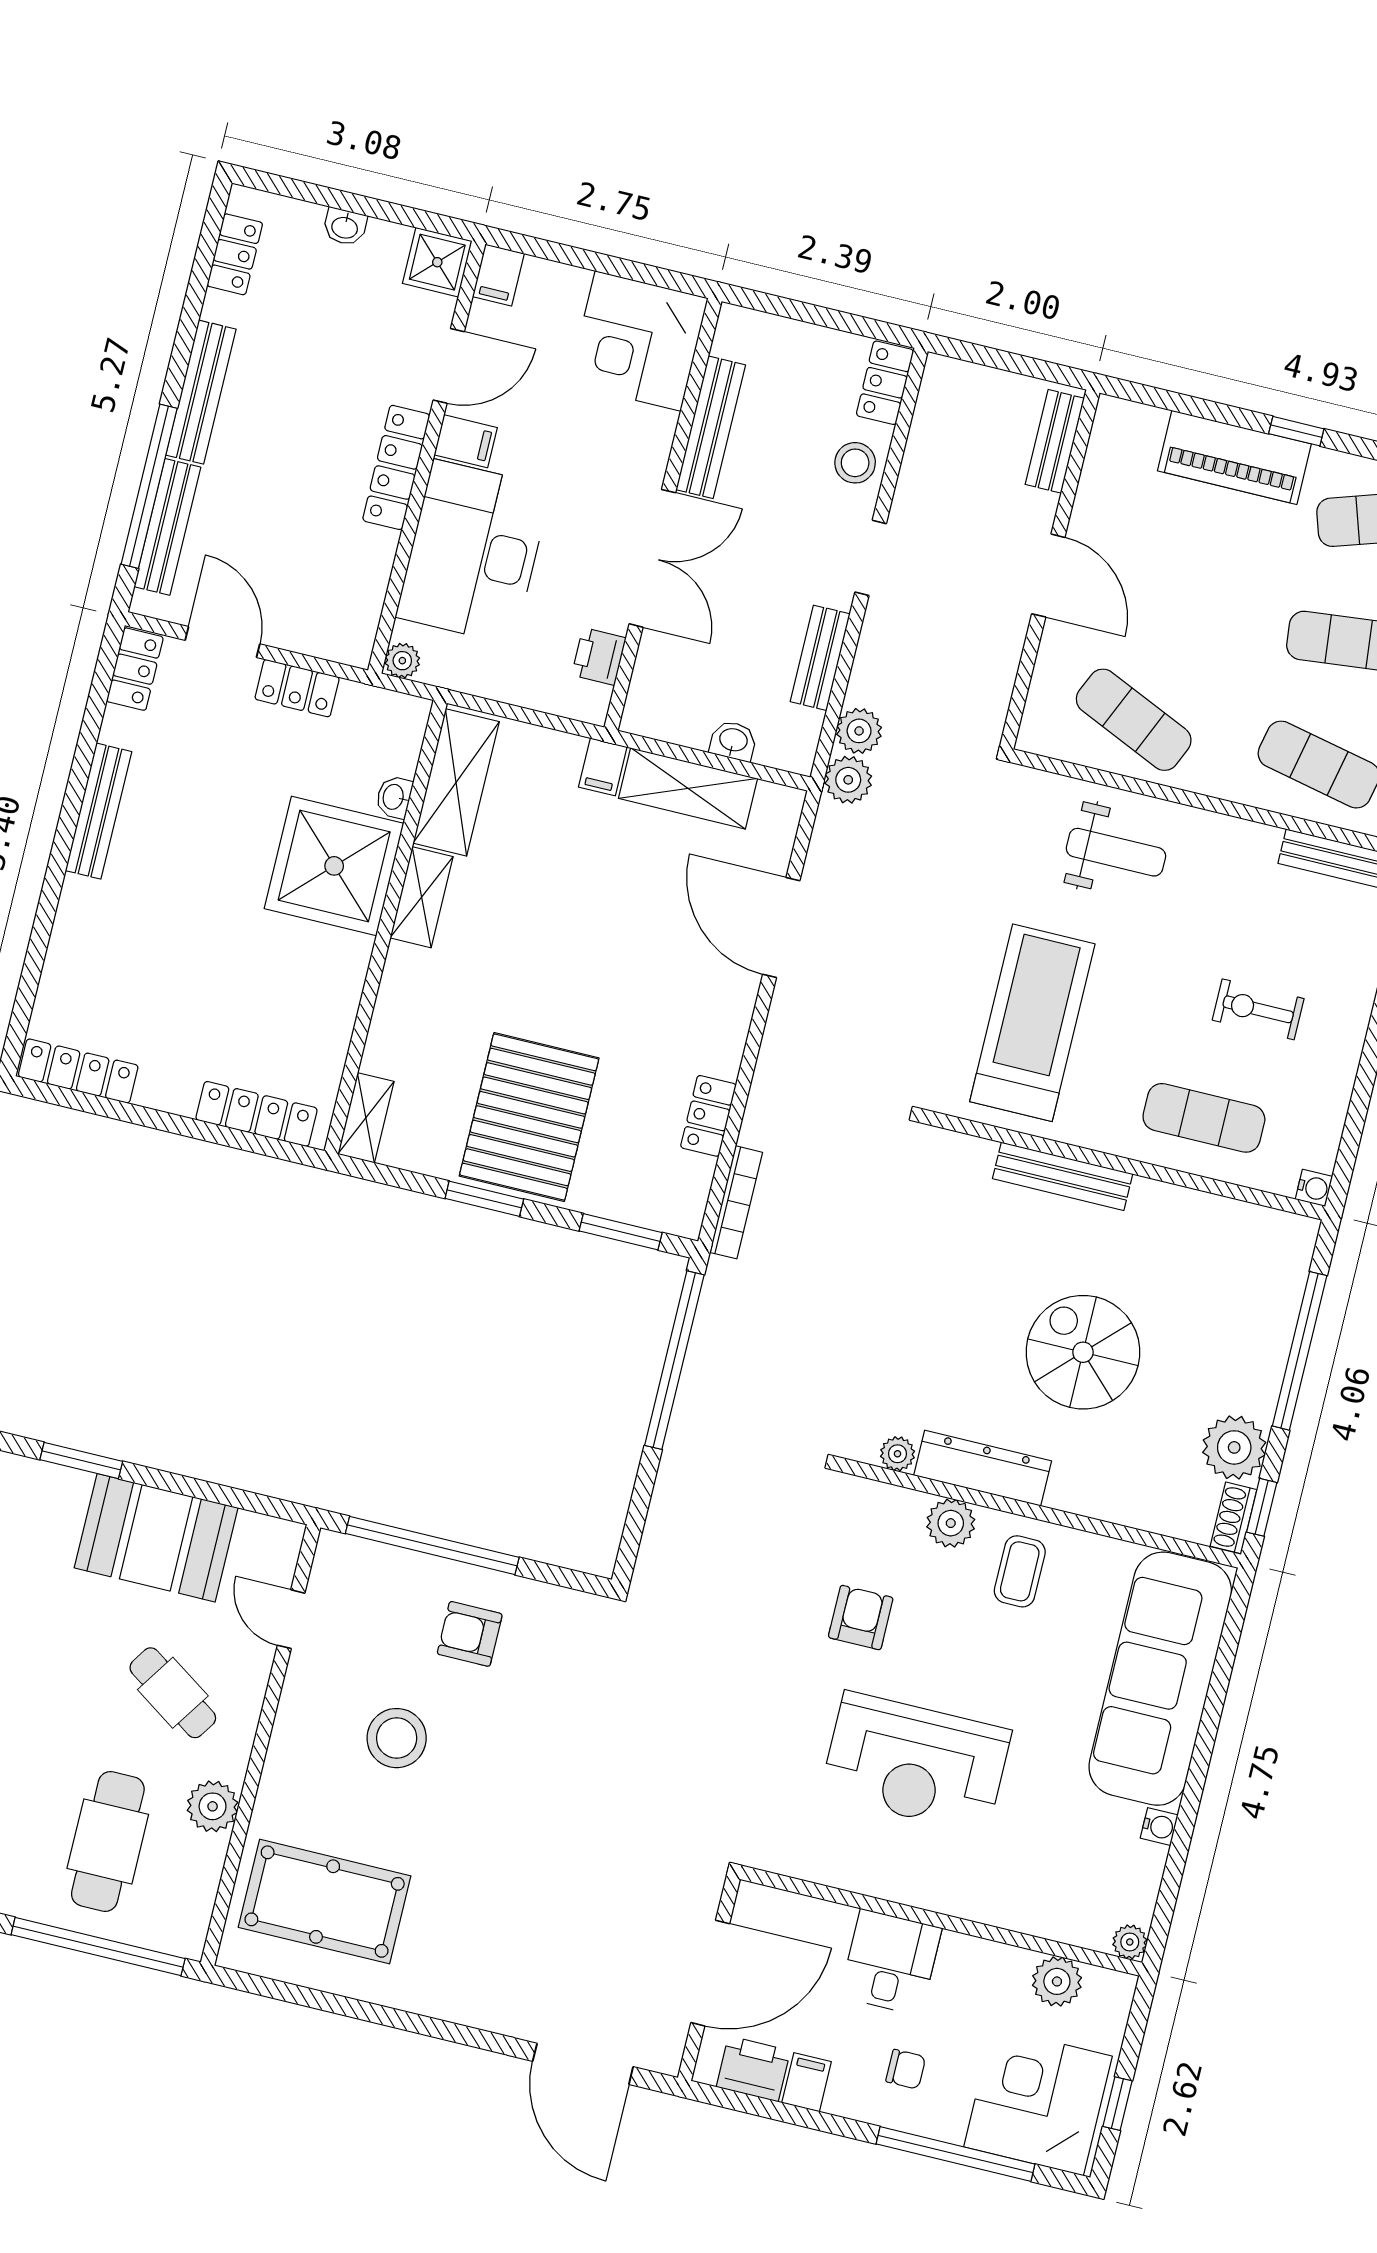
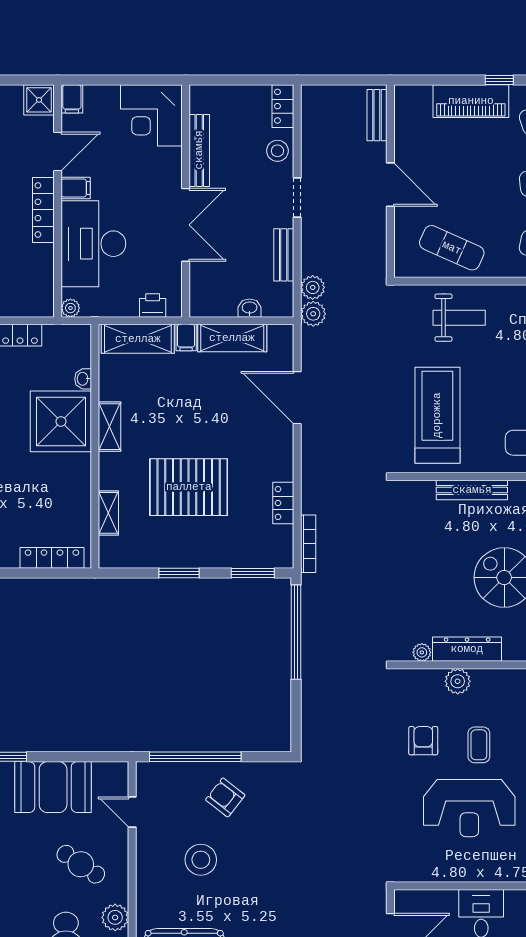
printer: (599, 656) -> (153, 305), moved, turned 90
shelving: (456, 782) -> (138, 339), moved, turned 90
pallet: (529, 1117) -> (189, 487), moved, turned 90
shelving: (366, 1118) -> (108, 513), moved
coffee table: (1020, 1571) -> (479, 745), moved
armchair: (470, 1634) -> (225, 797), turned 38

